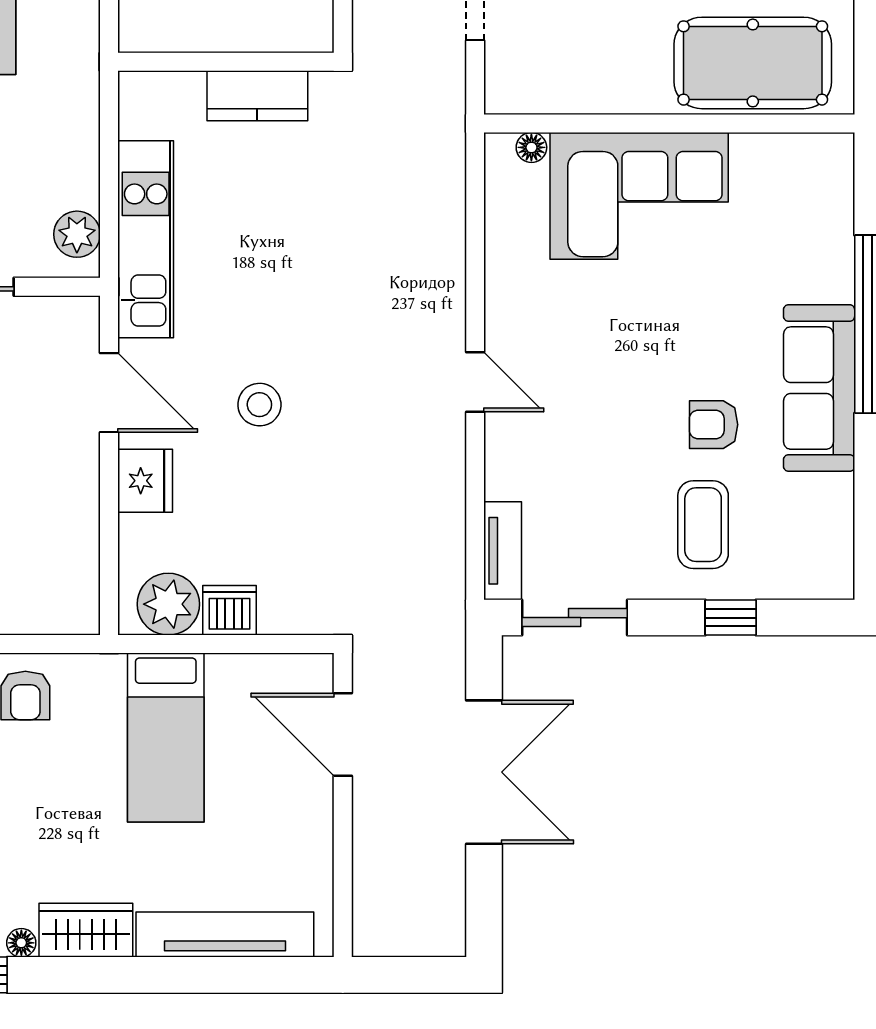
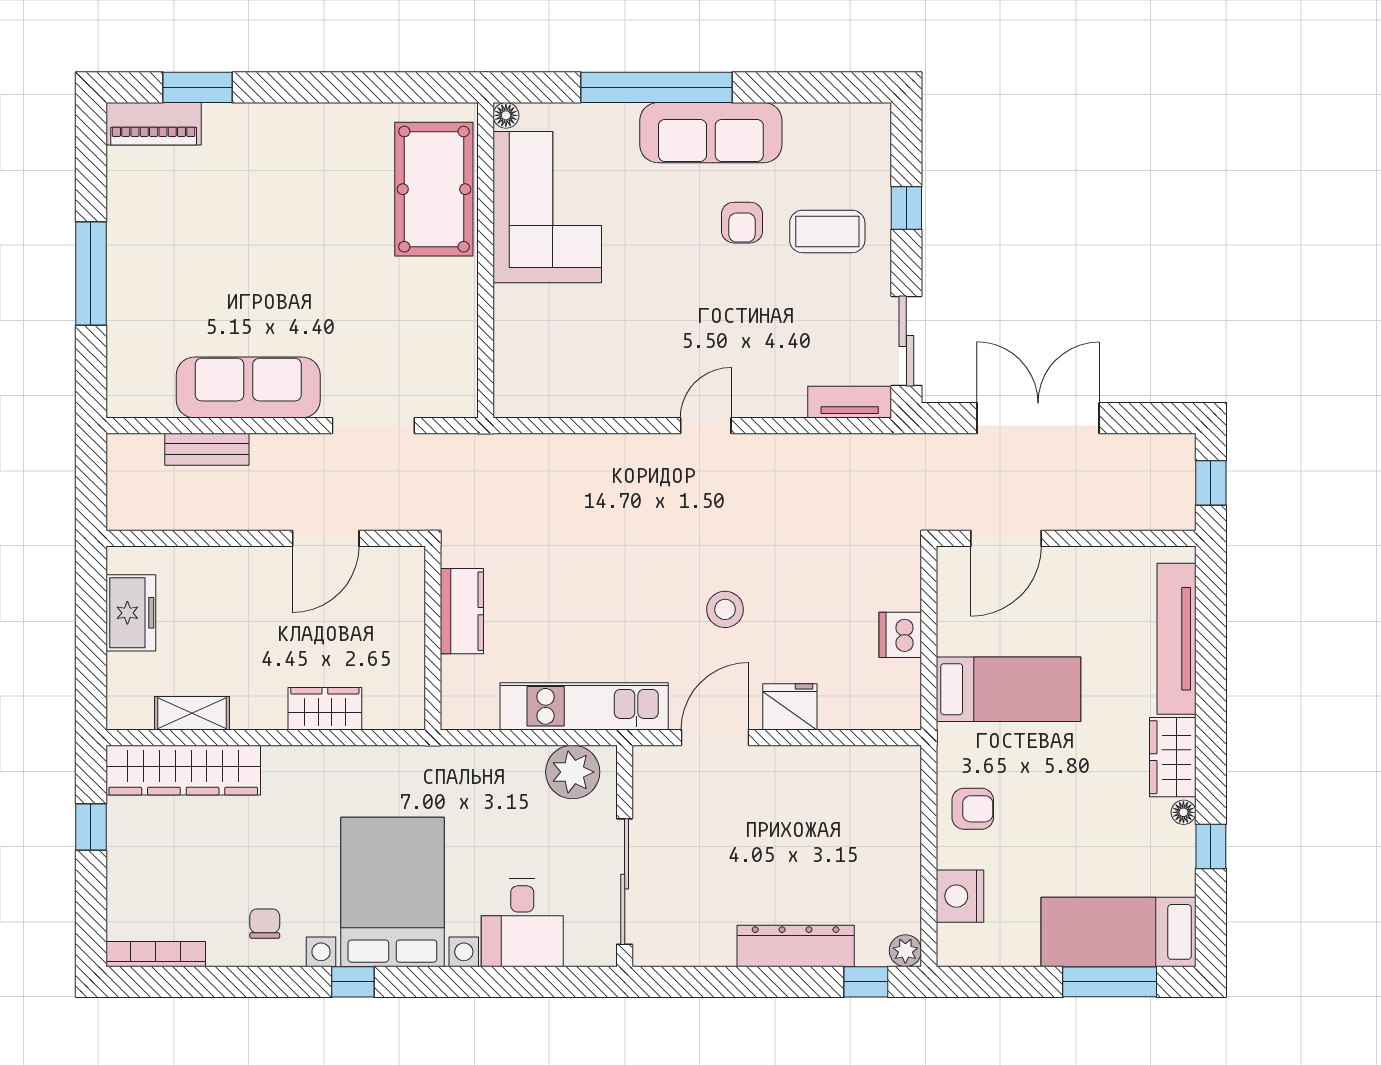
floor lamp: (531, 147) -> (506, 115), moved
corner sofa: (639, 196) -> (547, 207), moved
plant: (77, 234) -> (573, 772), width x1.36, depth x1.36
plant: (168, 604) -> (895, 687), removed
window: (408, 975) -> (1211, 483), added

